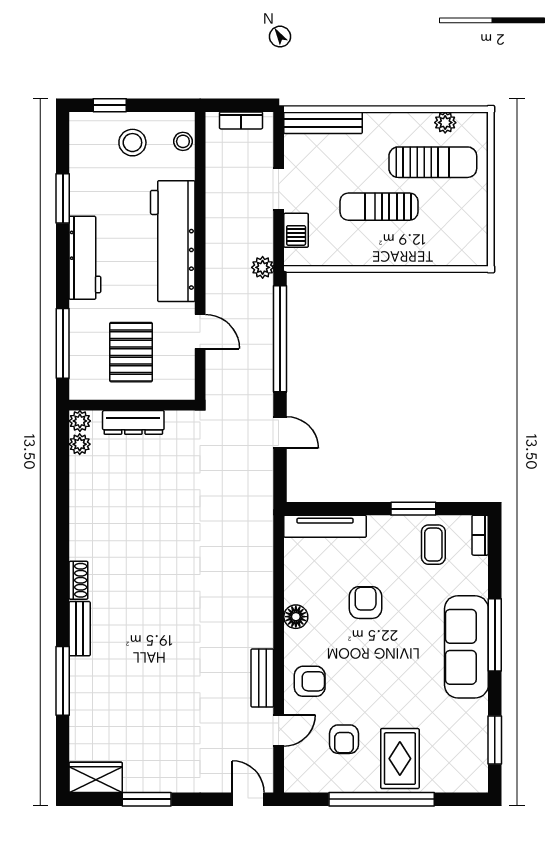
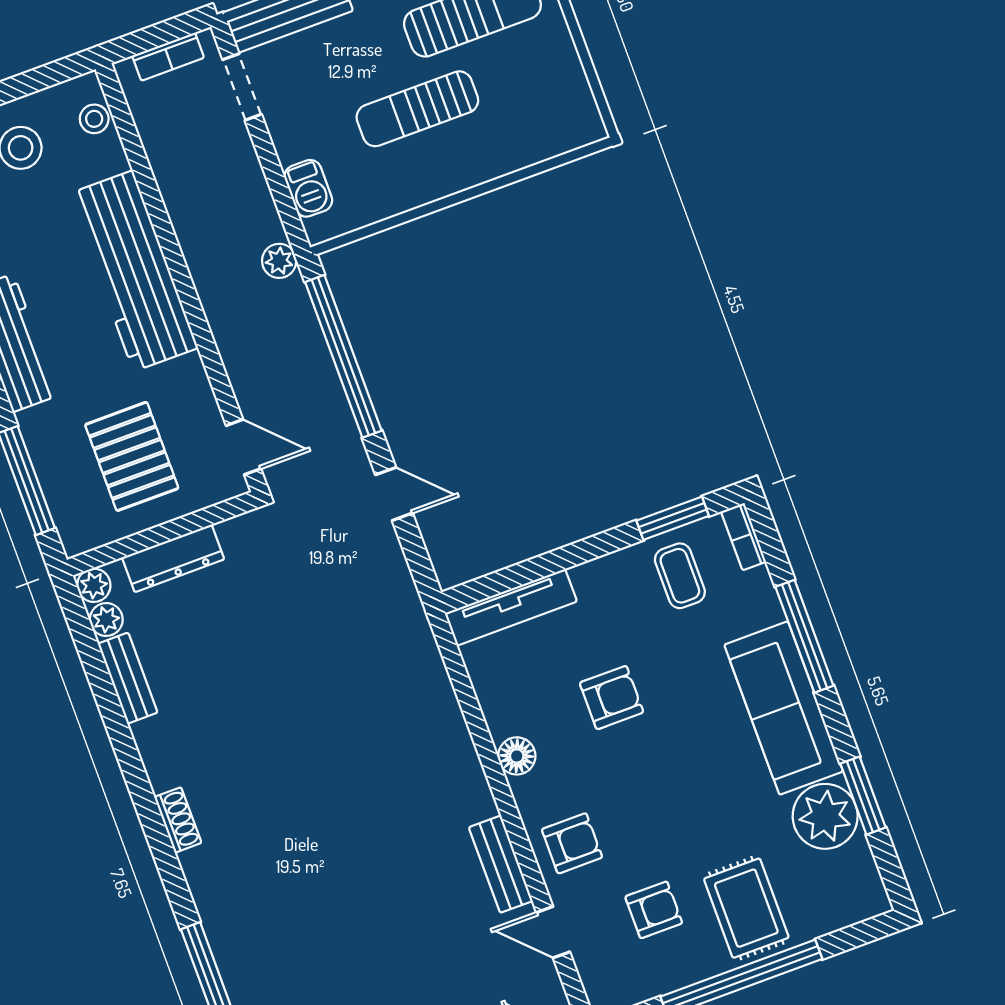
doorway: (279, 189) -> (242, 87), moved
door: (200, 332) -> (244, 447), moved
window: (413, 509) -> (673, 518), moved
armchair: (366, 603) -> (612, 698), turned 90
bench: (80, 629) -> (128, 678), moved
window: (495, 635) -> (804, 636), moved
plant: (467, 721) -> (825, 816), added
door: (279, 730) -> (553, 932), swing flipped
armchair: (344, 739) -> (654, 910), turned -90
window: (495, 740) -> (863, 796), moved

